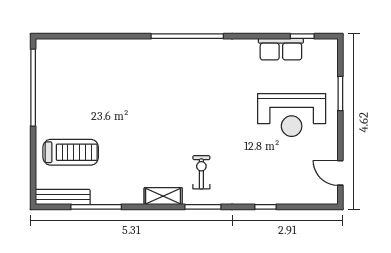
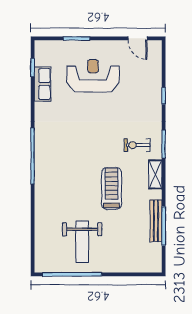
weight bench: (75, 101) -> (82, 242), added
reception desk: (292, 115) -> (93, 76), turned -90
treadmill: (71, 152) -> (112, 188), moved
door: (340, 173) -> (138, 38), hinge flipped
bench: (63, 197) -> (156, 221), moved

